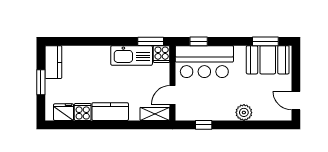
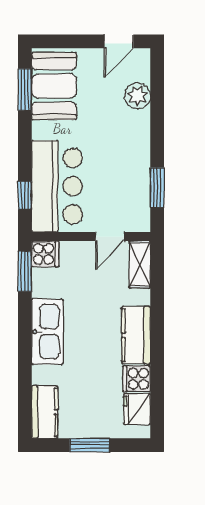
kitchen sink: (132, 55) -> (47, 332), moved
kitchen counter: (53, 62) -> (45, 412), moved, turned 90
door: (173, 95) -> (110, 237), hinge flipped
plant: (244, 112) -> (137, 96), moved
window: (204, 125) -> (157, 188), width x1.50

